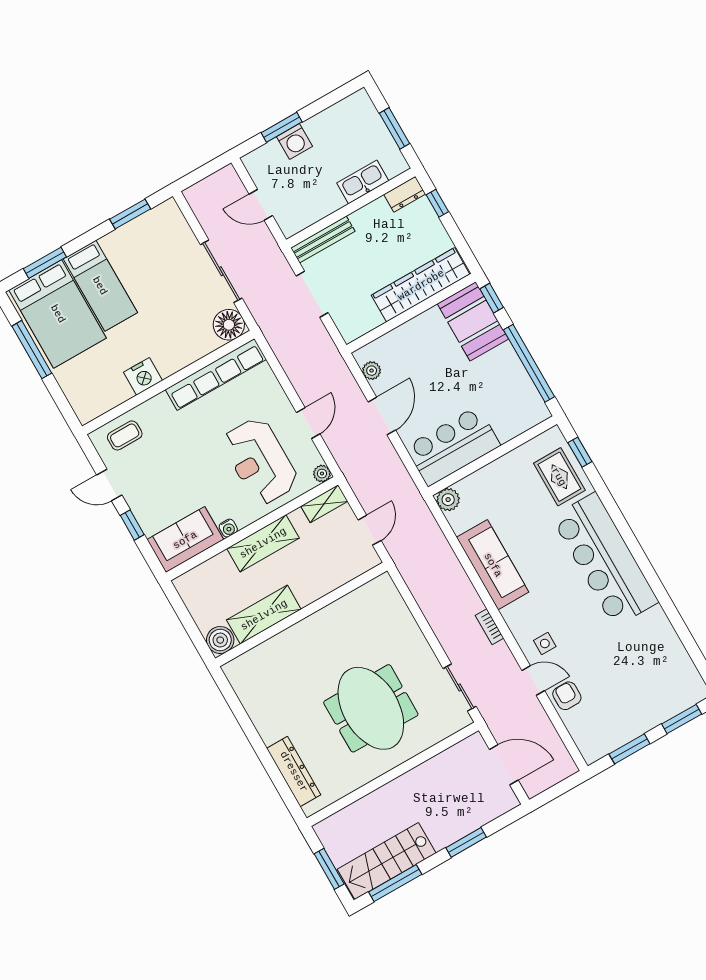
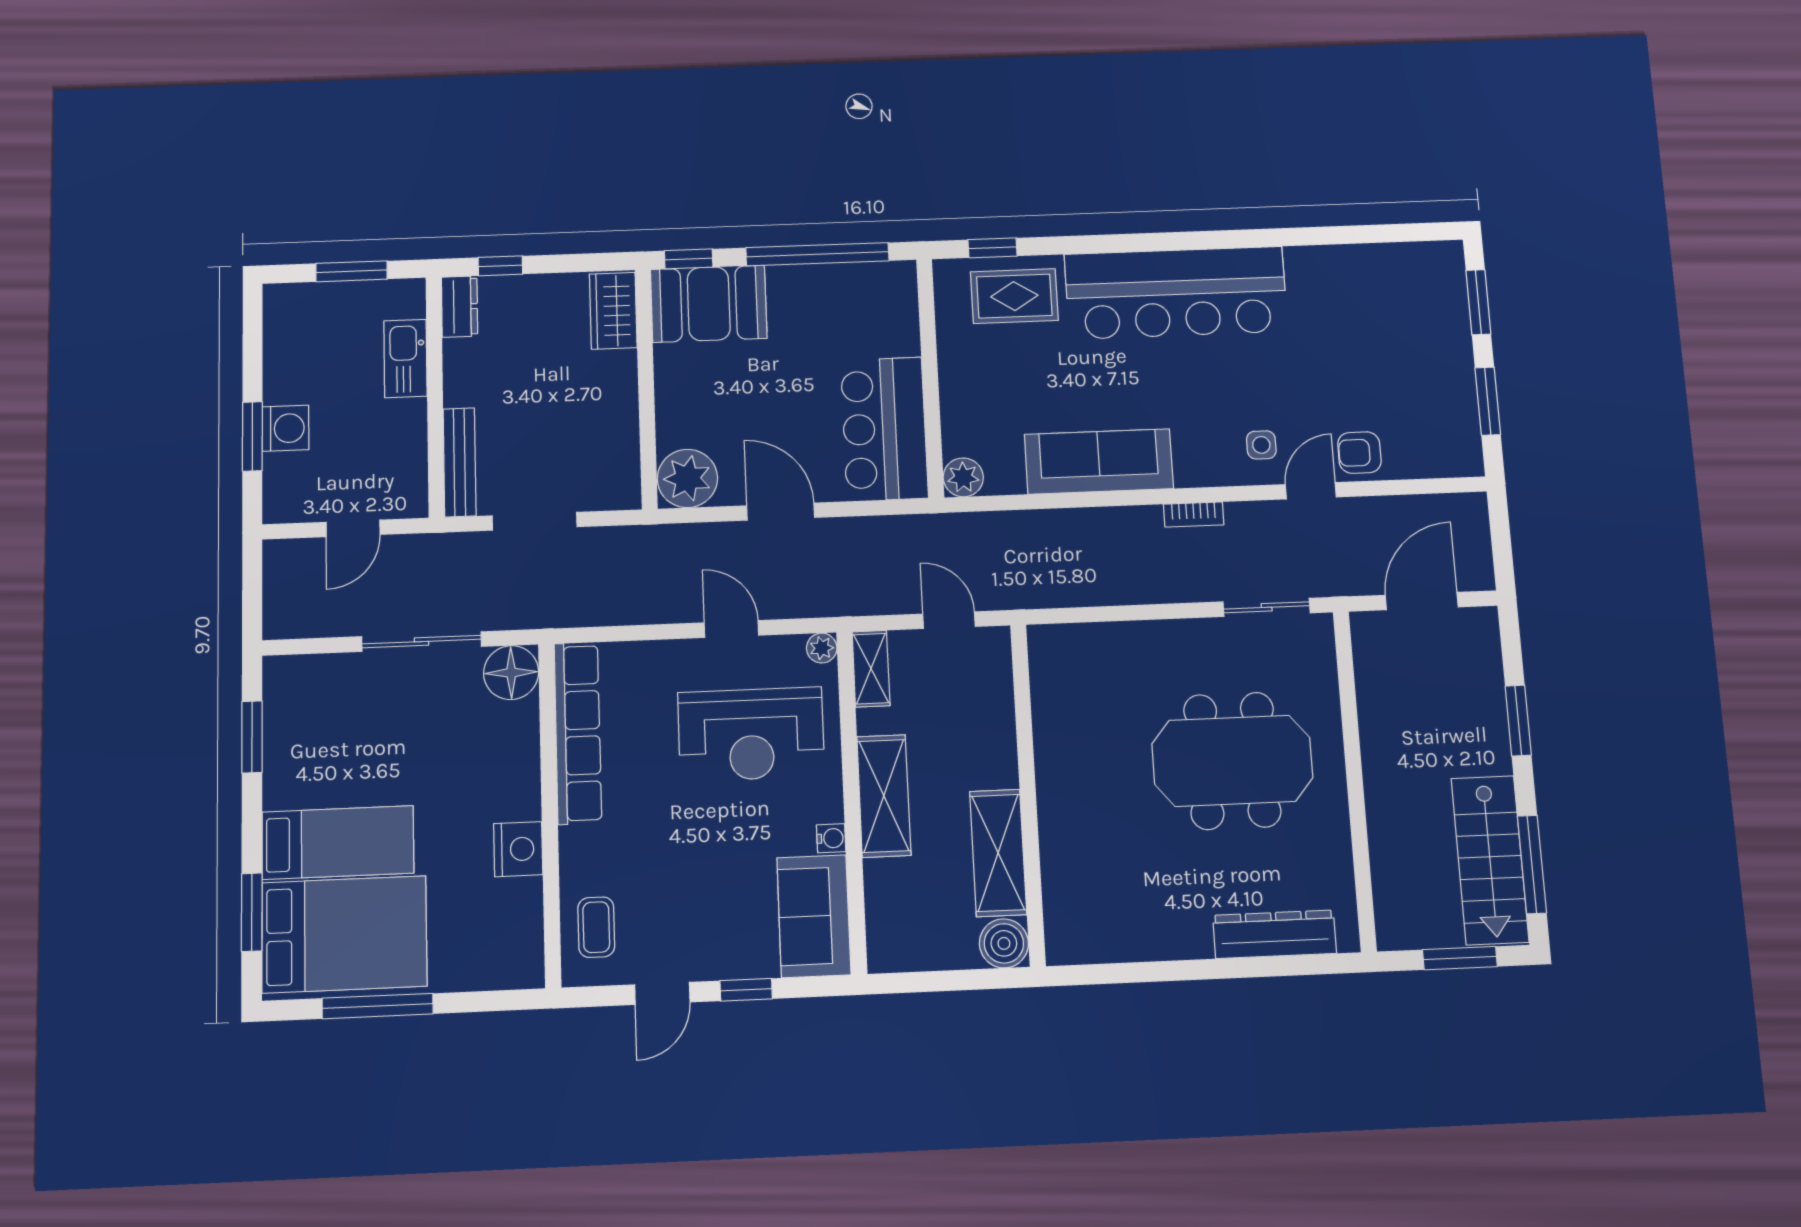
wardrobe: (421, 285) -> (613, 311), width x0.48, depth x0.85
plant: (372, 371) -> (687, 478), width x1.88, depth x1.88

